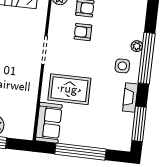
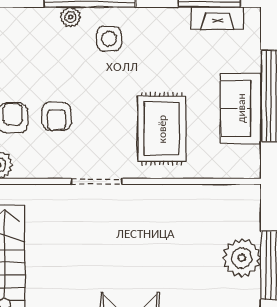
fireplace: (130, 98) -> (217, 18), moved
sofa: (49, 123) -> (241, 108), moved, turned -90

